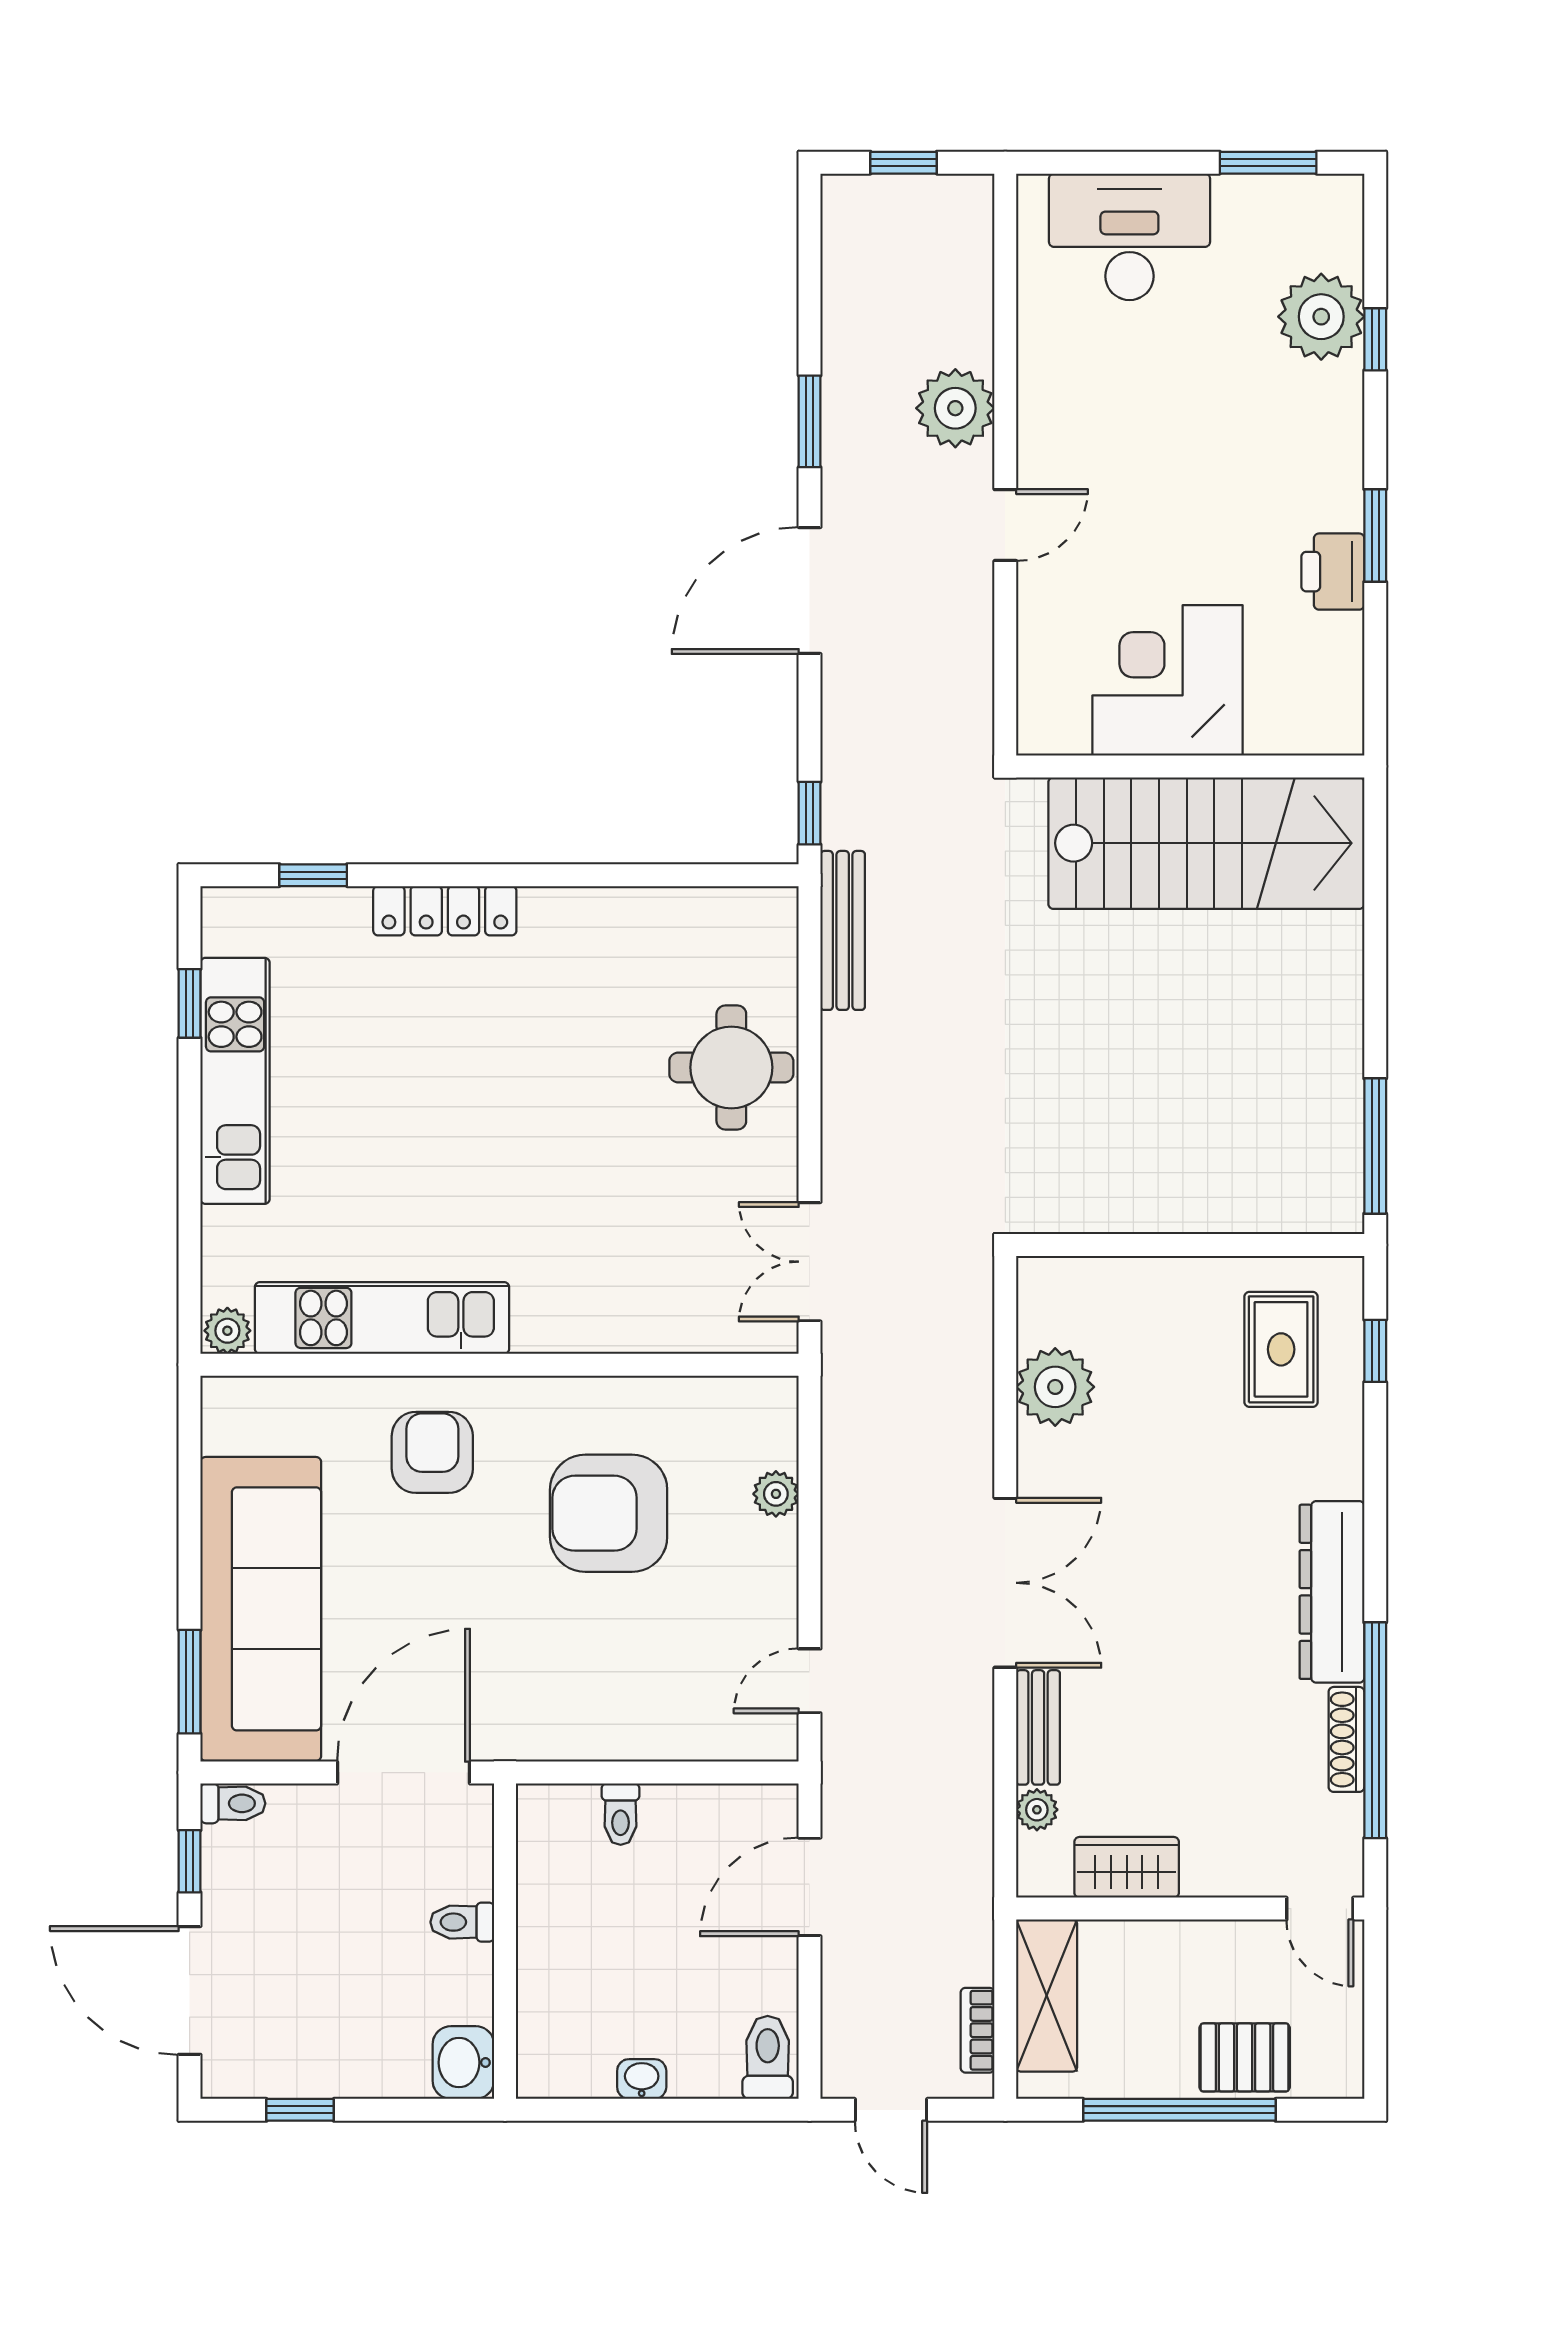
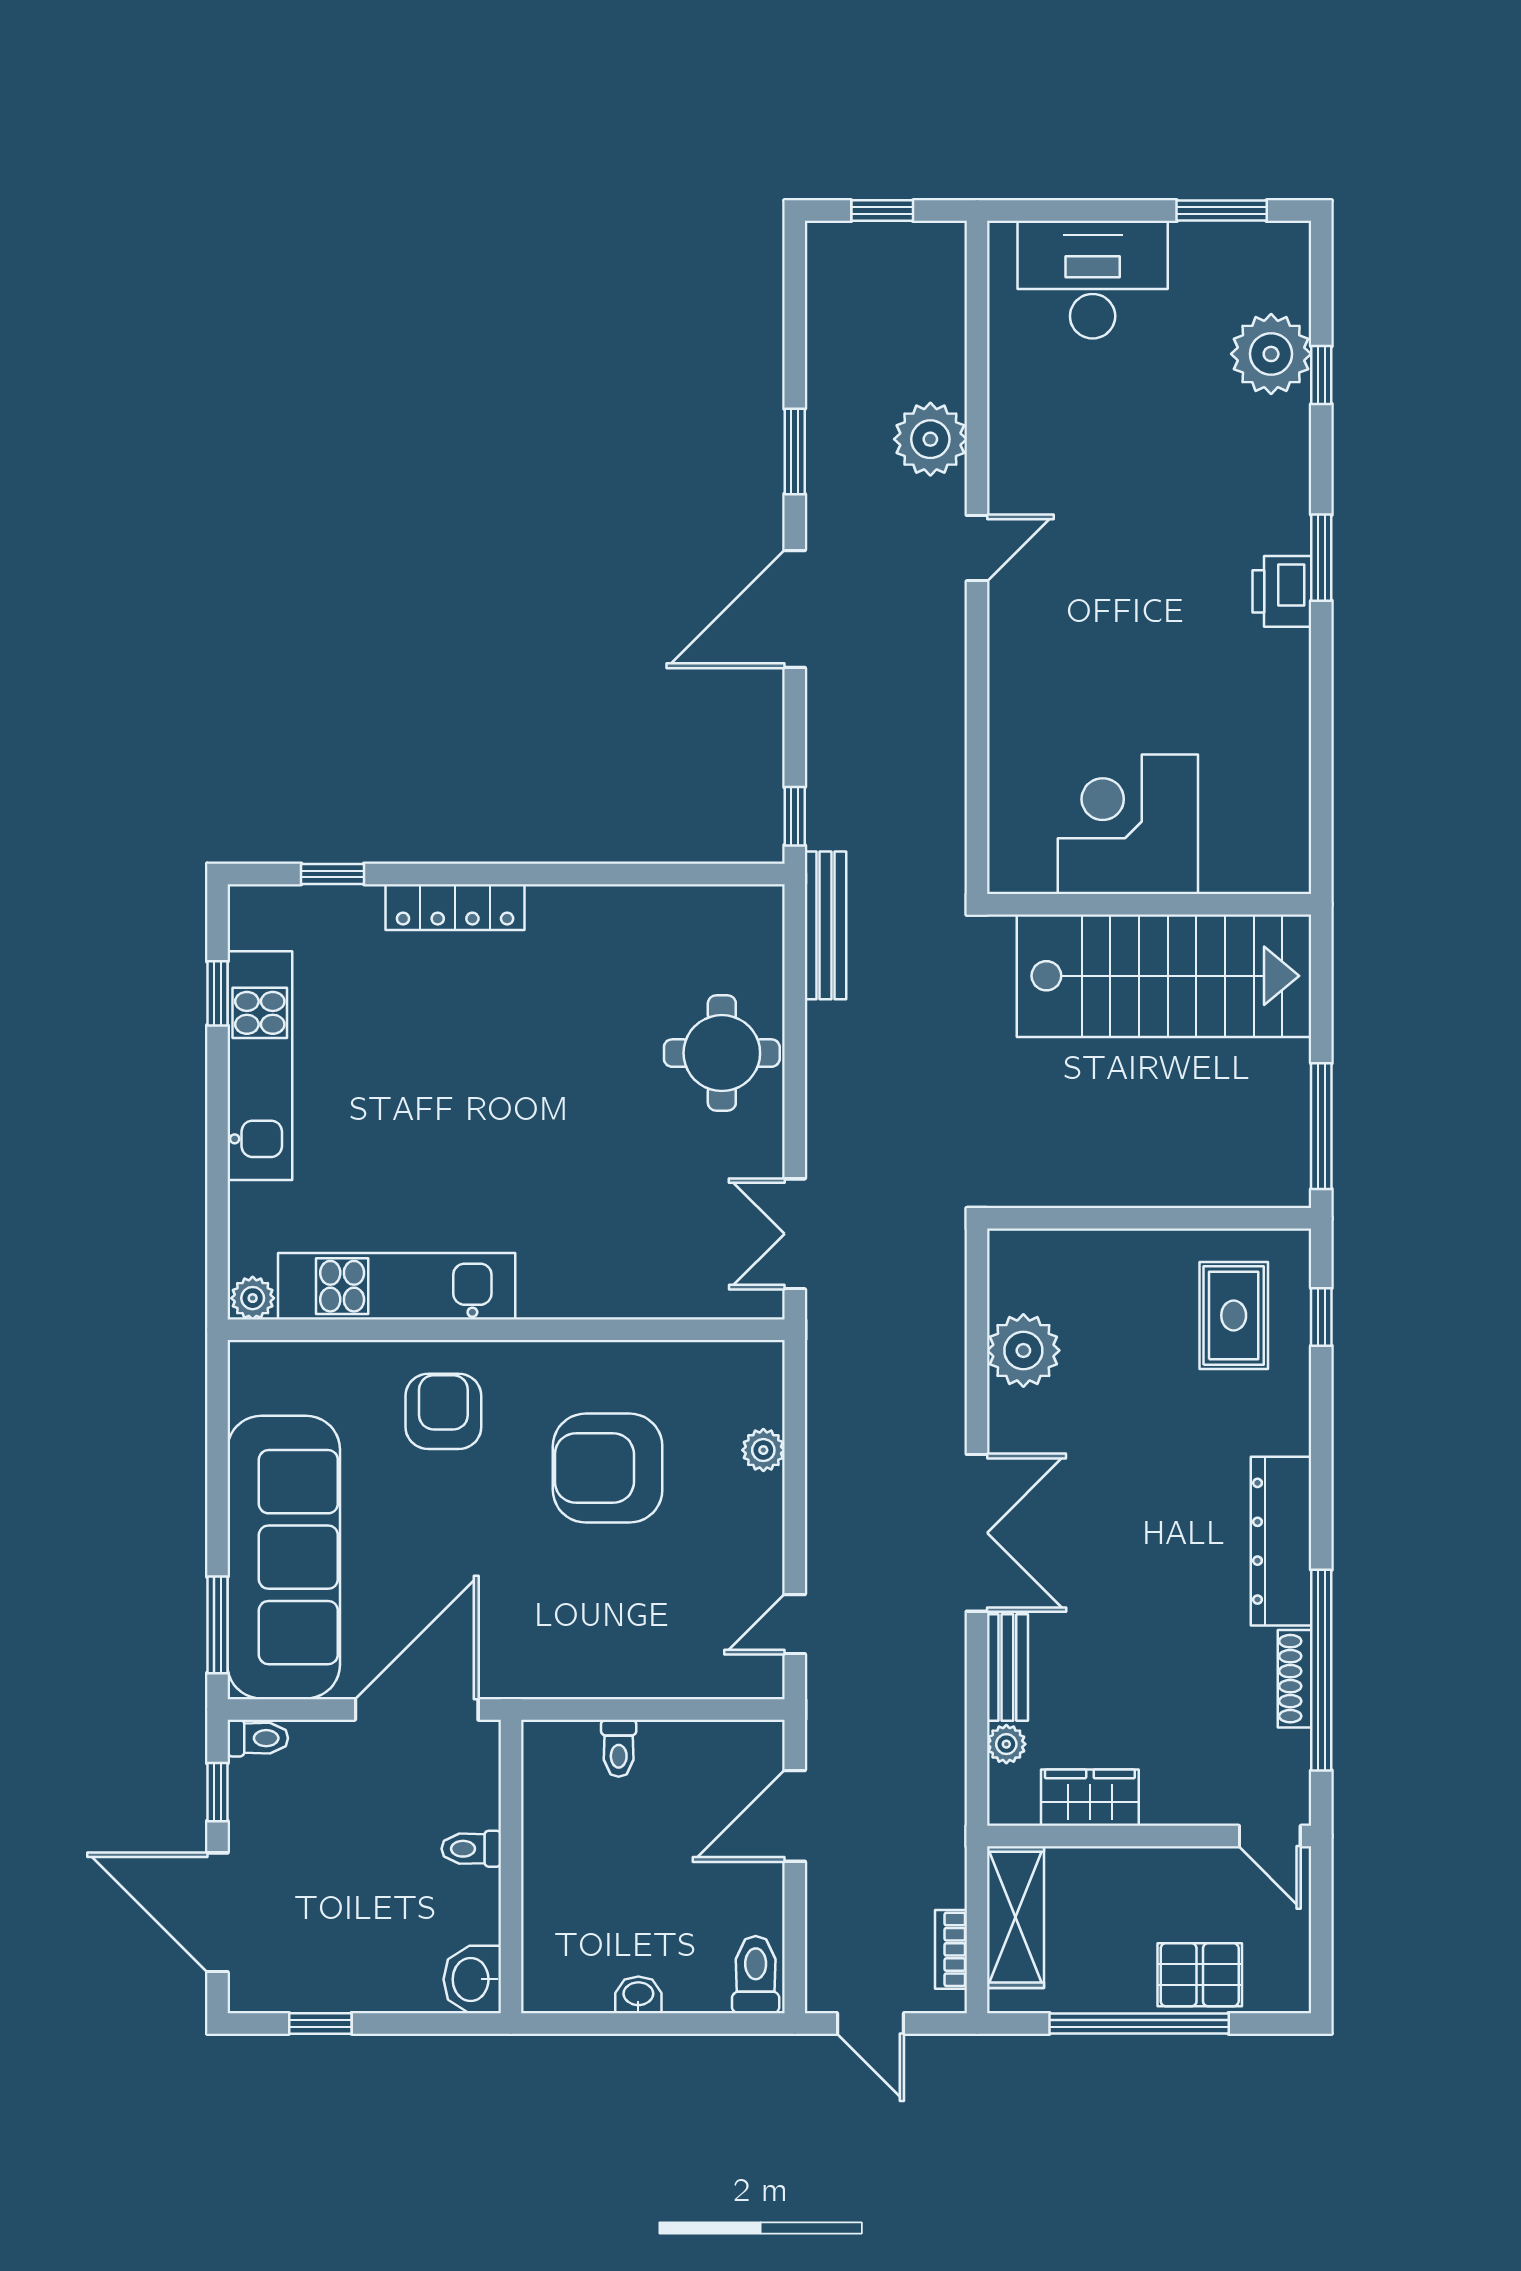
corner desk: (1167, 680) -> (1128, 824), moved
wall: (1190, 766) -> (1149, 904), moved
stairs: (1206, 843) -> (1164, 976), moved

